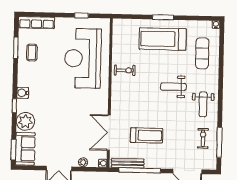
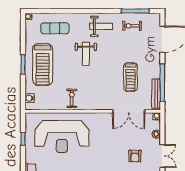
water cooler: (126, 24) -> (30, 98), added
treadmill: (147, 135) -> (131, 77), turned 180
armchair: (59, 138) -> (135, 156), added

